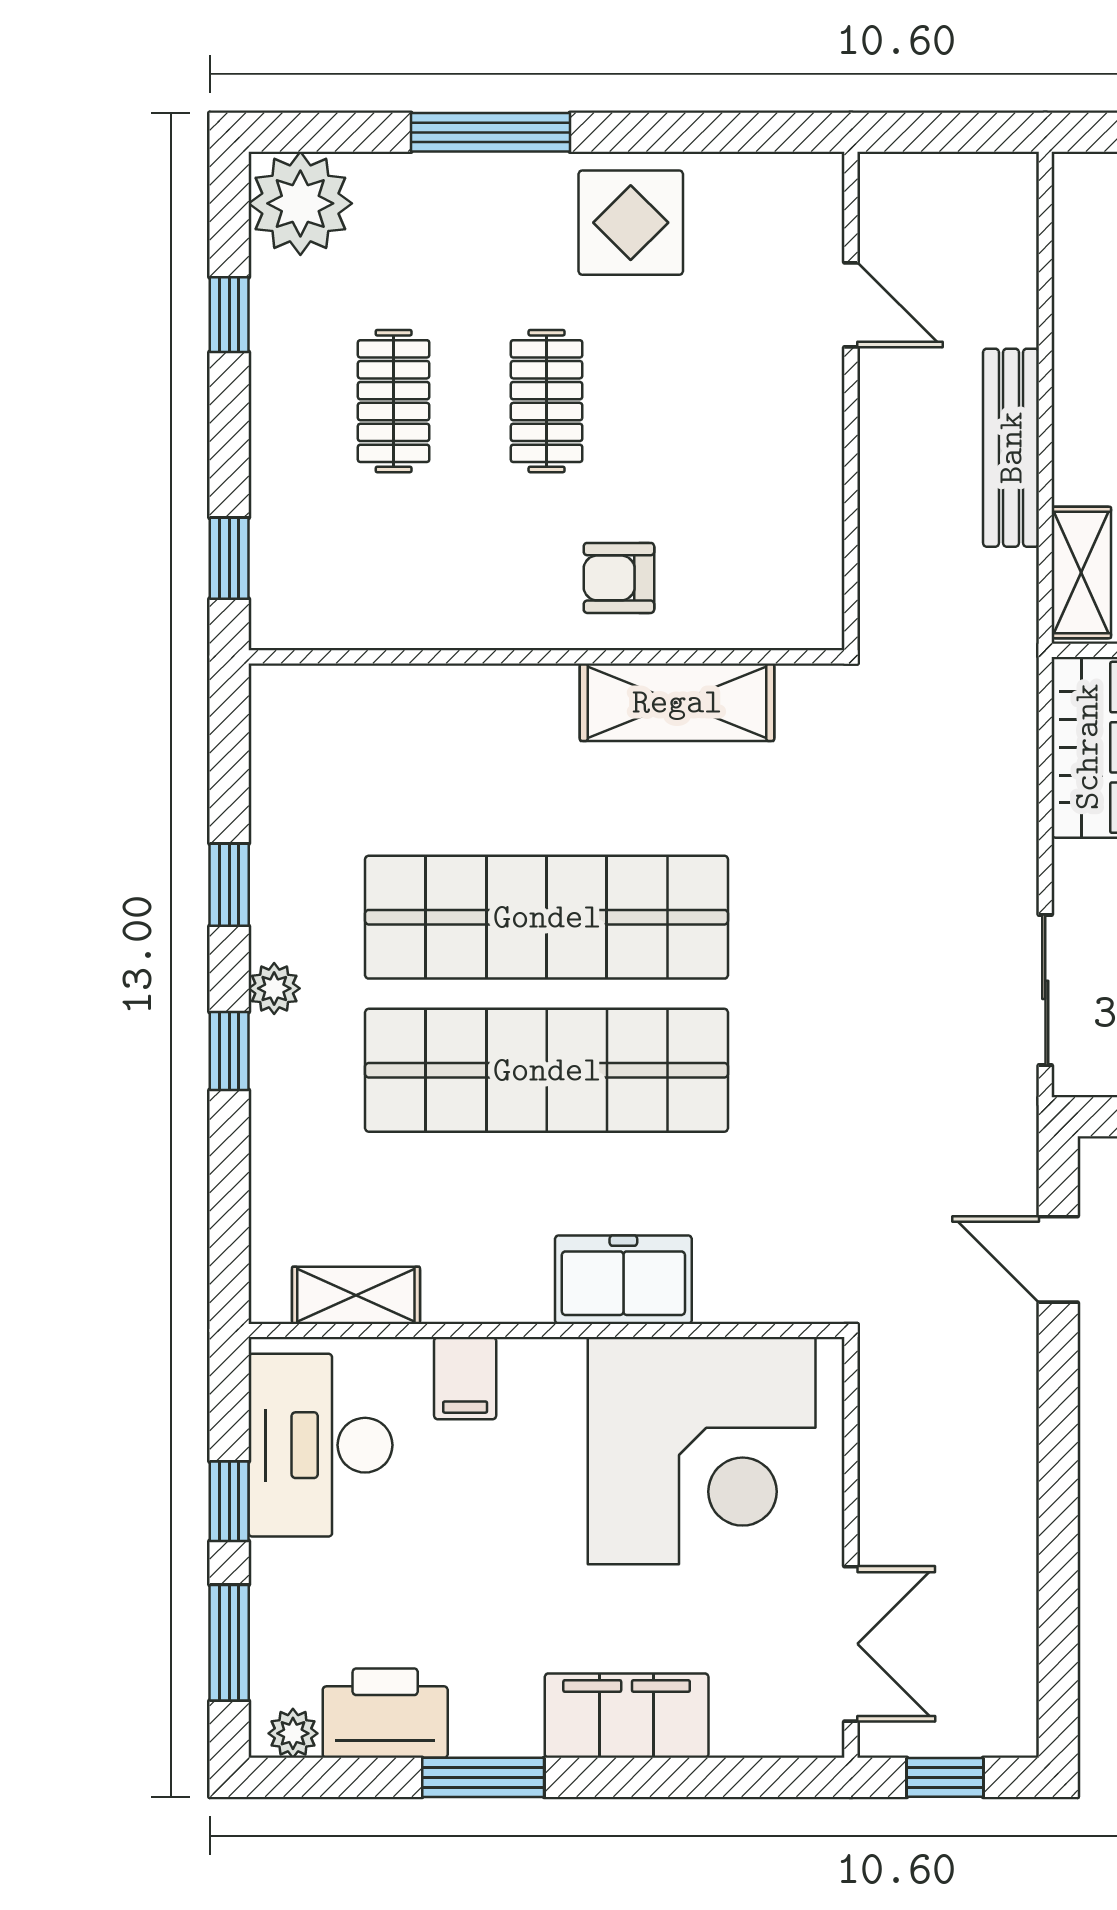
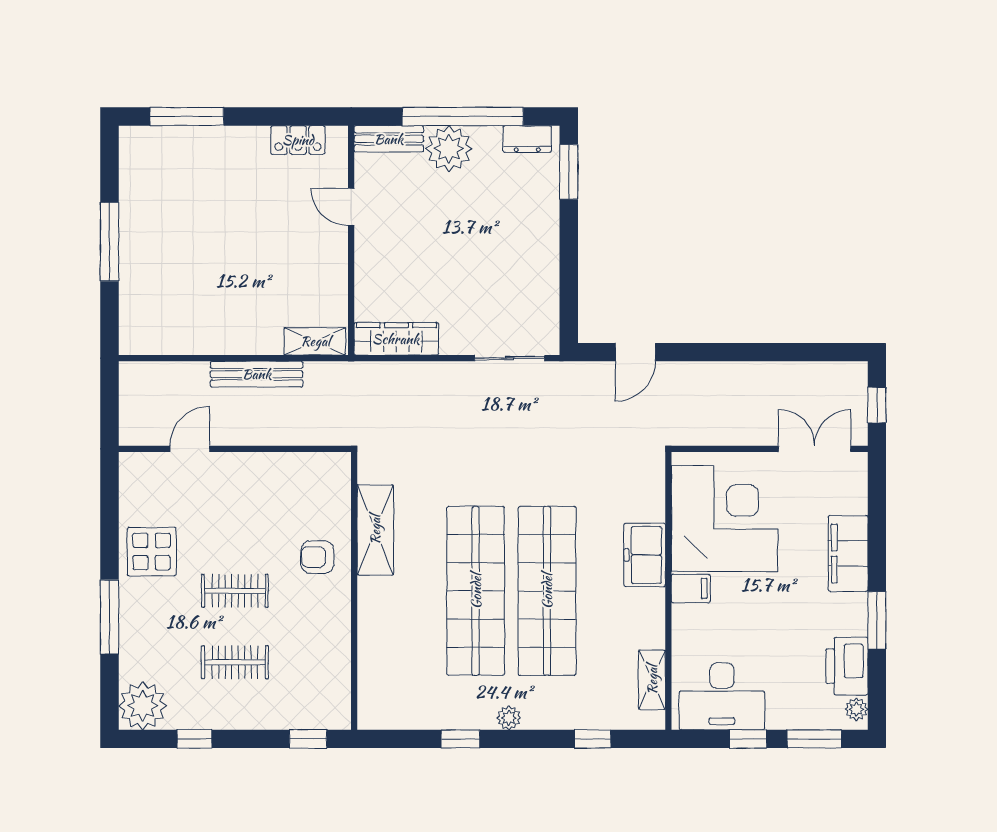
armchair: (619, 578) -> (317, 557), turned 90
window: (229, 1051) -> (593, 739), moved
filing cabinet: (465, 1378) -> (691, 588), moved

